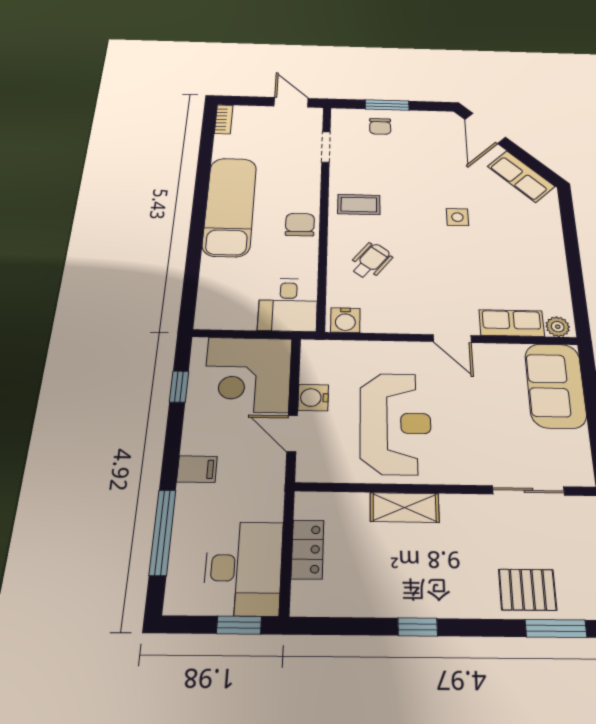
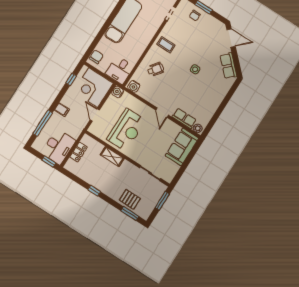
door: (485, 128) -> (231, 38), swing flipped
chair: (300, 225) -> (96, 57), moved
water cooler: (313, 398) -> (118, 92), moved

